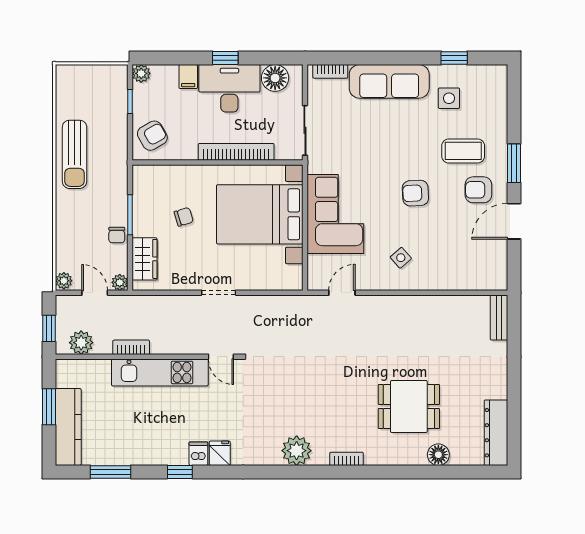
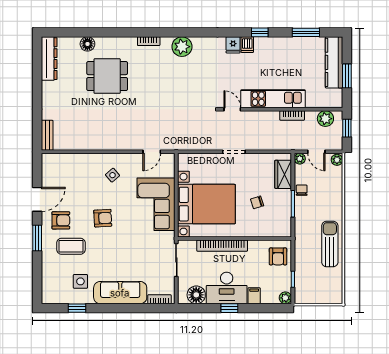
armchair: (152, 136) -> (278, 256), turned -60

